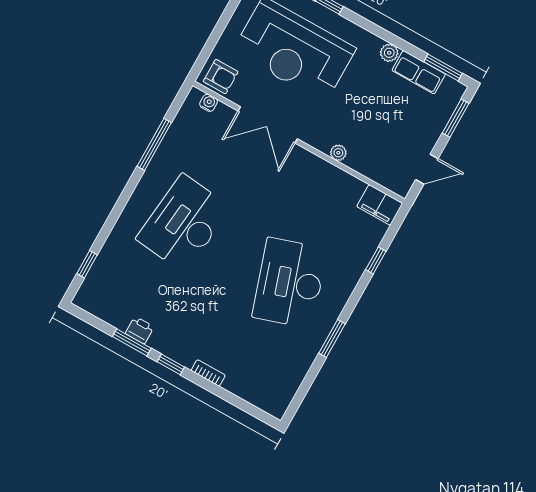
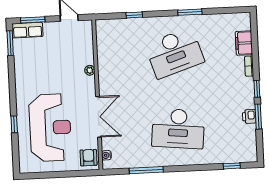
plant: (389, 53) -> (20, 77), removed
row of seats: (419, 72) -> (27, 30), moved, turned 90
filing cabinet: (380, 205) -> (244, 43), moved, turned 180

